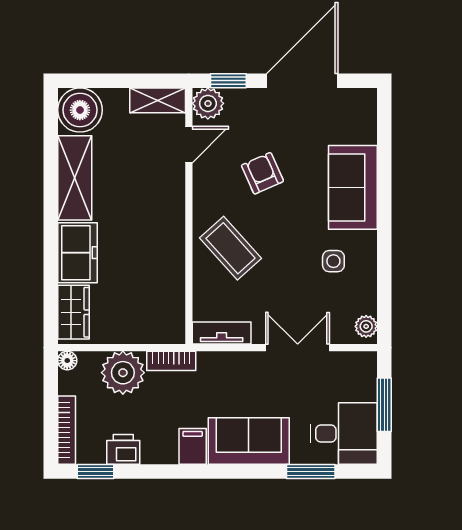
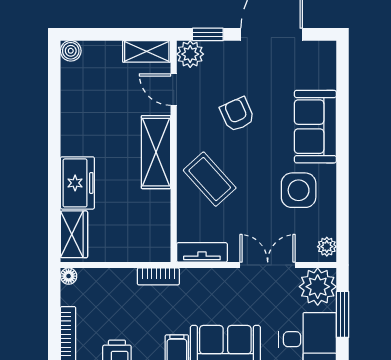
boiler: (80, 110) -> (71, 51), width x0.54, depth x0.54
door: (189, 145) -> (174, 90), swing flipped
shelving: (75, 178) -> (156, 152), moved
side table: (333, 261) -> (299, 190), width x1.87, depth x1.87
plant: (123, 373) -> (318, 287), moved

